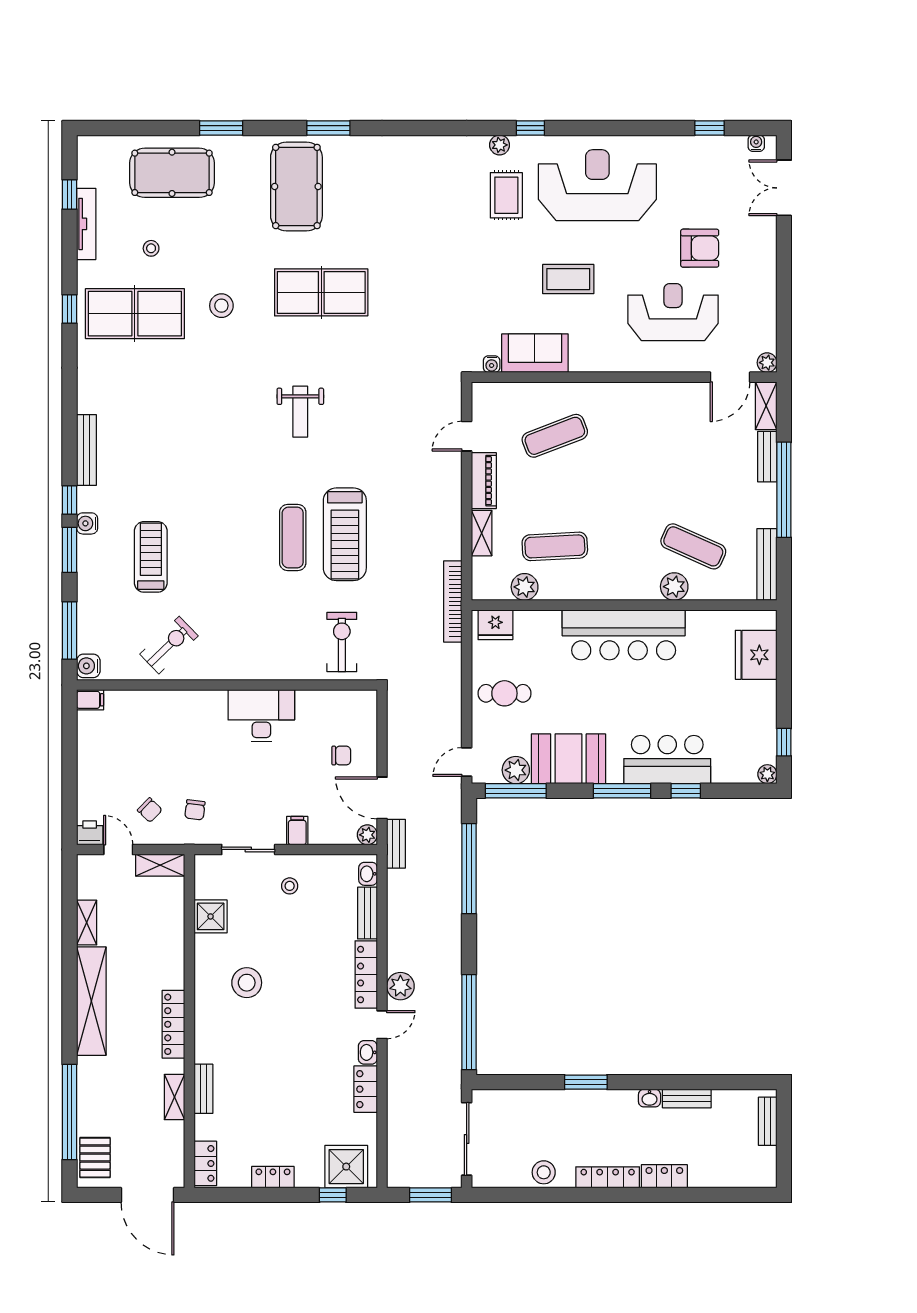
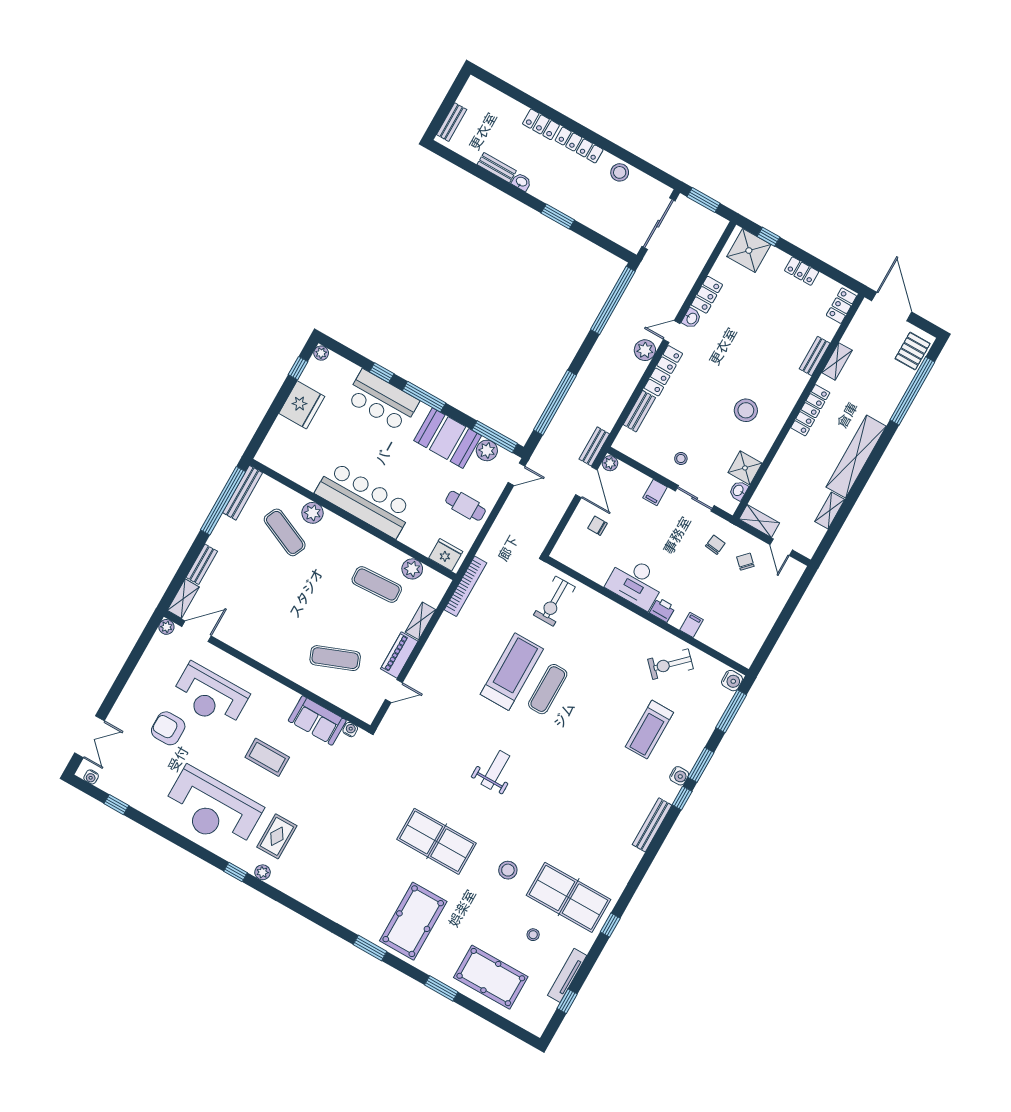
window: (784, 490) -> (223, 501), moved
fridge: (756, 655) -> (302, 405), moved
filing cabinet: (90, 700) -> (691, 625), moved, turned 90
printer: (90, 833) -> (662, 610), moved, turned 180
washbasin: (368, 874) -> (739, 491), moved, turned 180

